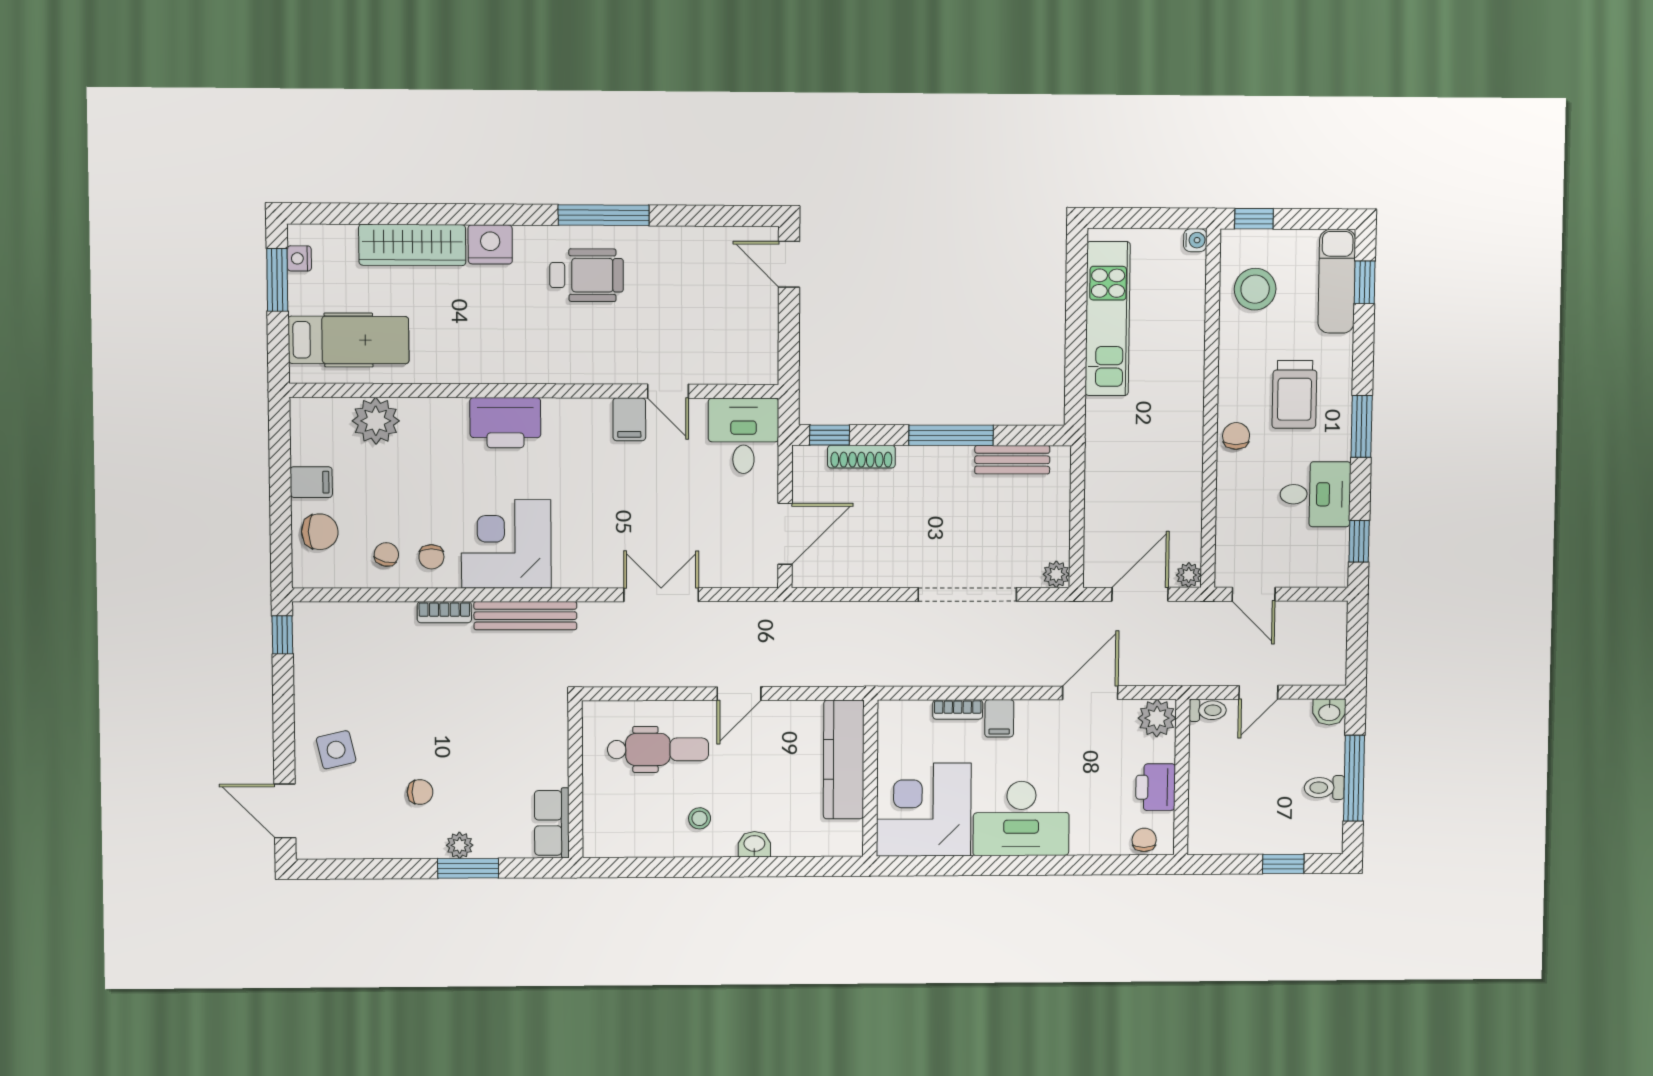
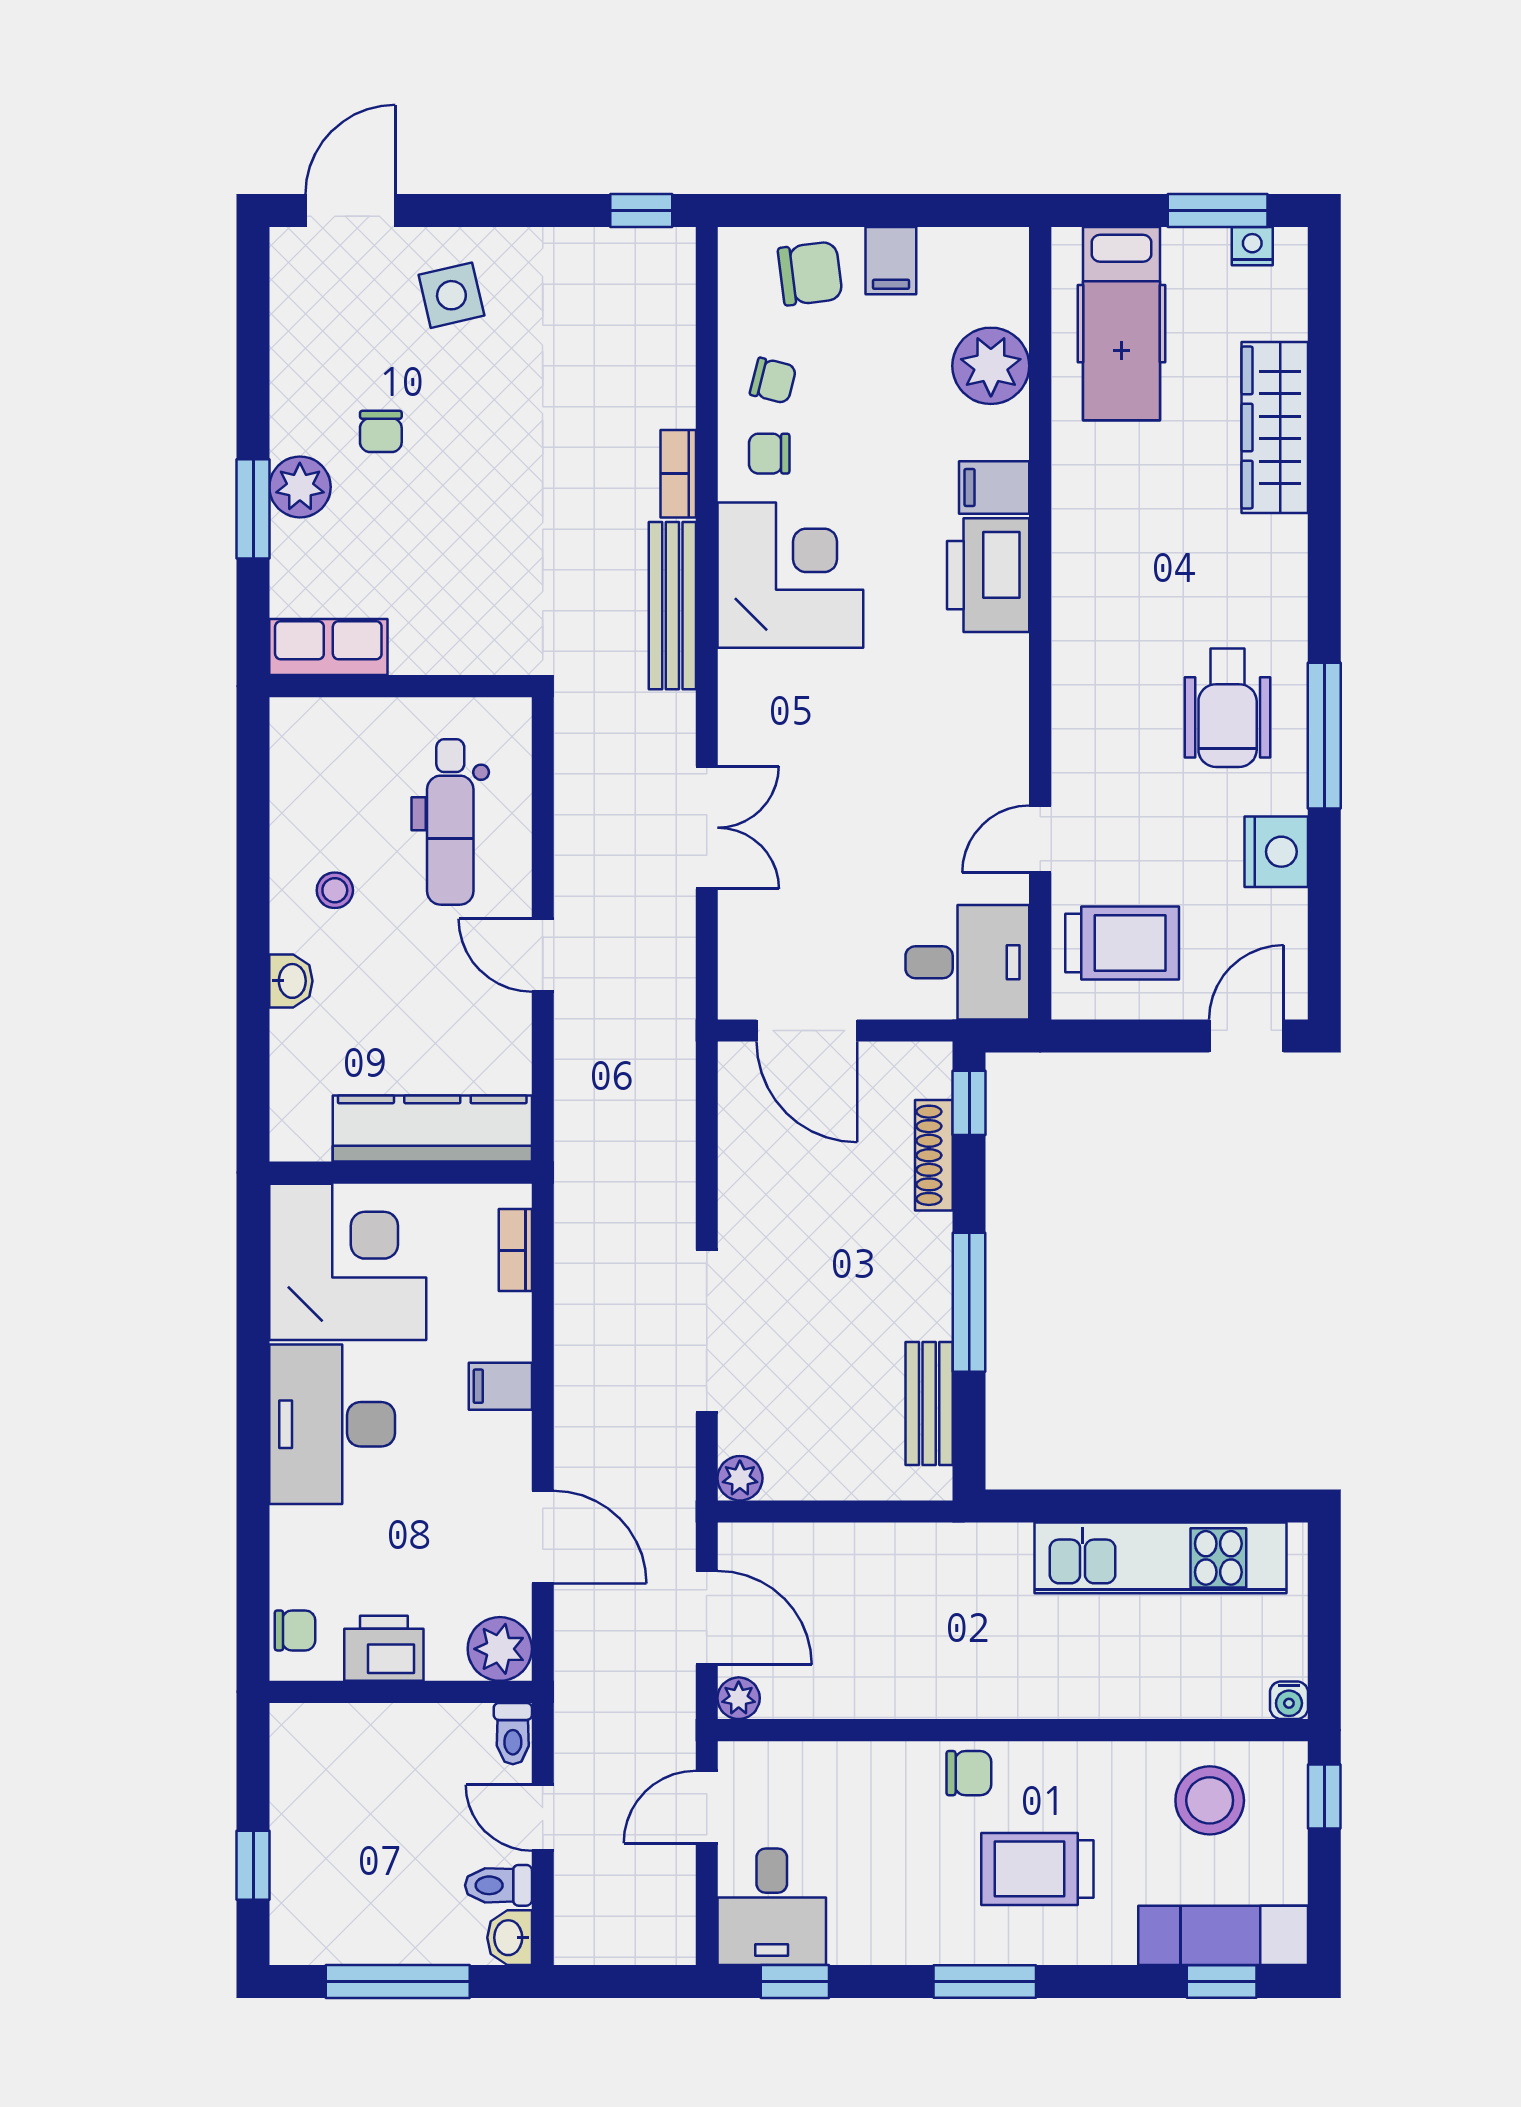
nightstand: (490, 244) -> (1276, 852), moved
trolley: (732, 341) -> (1122, 943), added
filing cabinet: (629, 419) -> (994, 487), moved
desk: (1315, 494) -> (772, 1907), moved
chair: (320, 532) -> (810, 273), turned -97
bookcase: (958, 709) -> (515, 1250), moved
toilet: (1324, 788) -> (498, 1885), moved, turned -90
plant: (460, 845) -> (300, 487), width x1.38, depth x1.38

